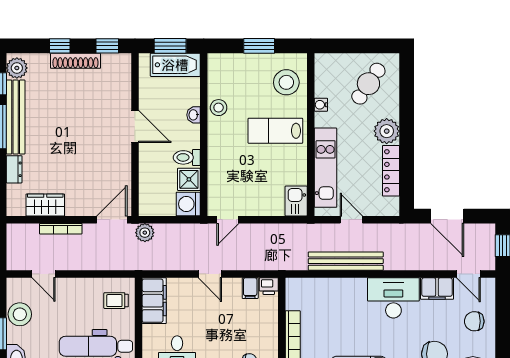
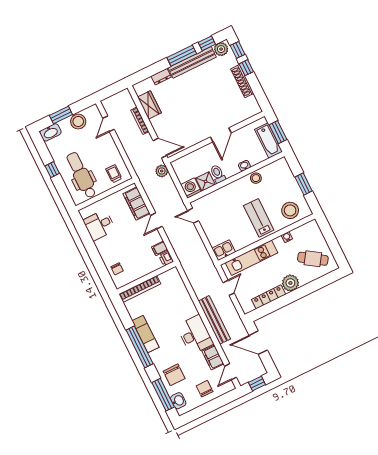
window: (107, 46) -> (238, 50), moved
door: (447, 216) -> (258, 343), hinge flipped
bench: (346, 261) -> (214, 320), moved
filing cabinet: (154, 301) -> (136, 204), moved, turned 90

